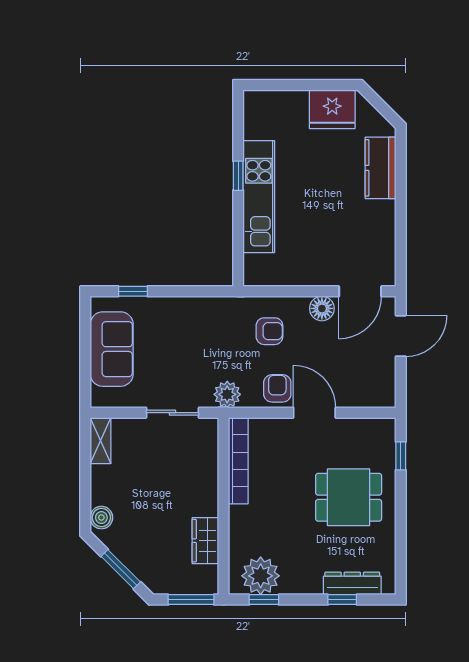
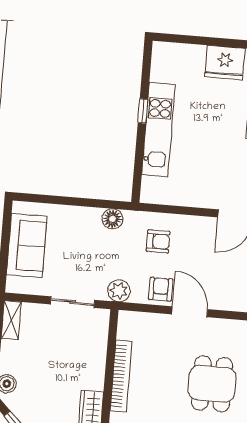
window: (133, 291) -> (48, 199), removed
floor lamp: (322, 308) -> (113, 219), moved
bookcase: (238, 461) -> (121, 376), moved
dining table: (349, 497) -> (212, 384), turned 90

